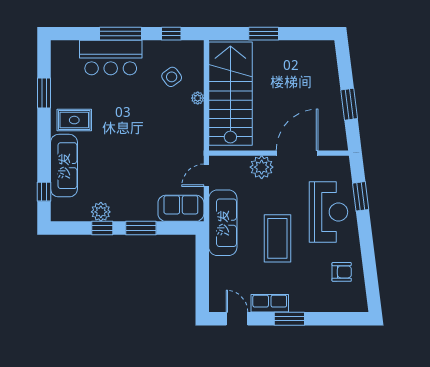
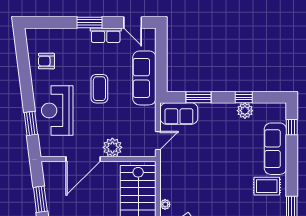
sofa: (223, 223) -> (144, 78), moved
window: (141, 228) -> (198, 97), moved
coffee table: (277, 238) -> (99, 89), width x0.73, depth x0.76

